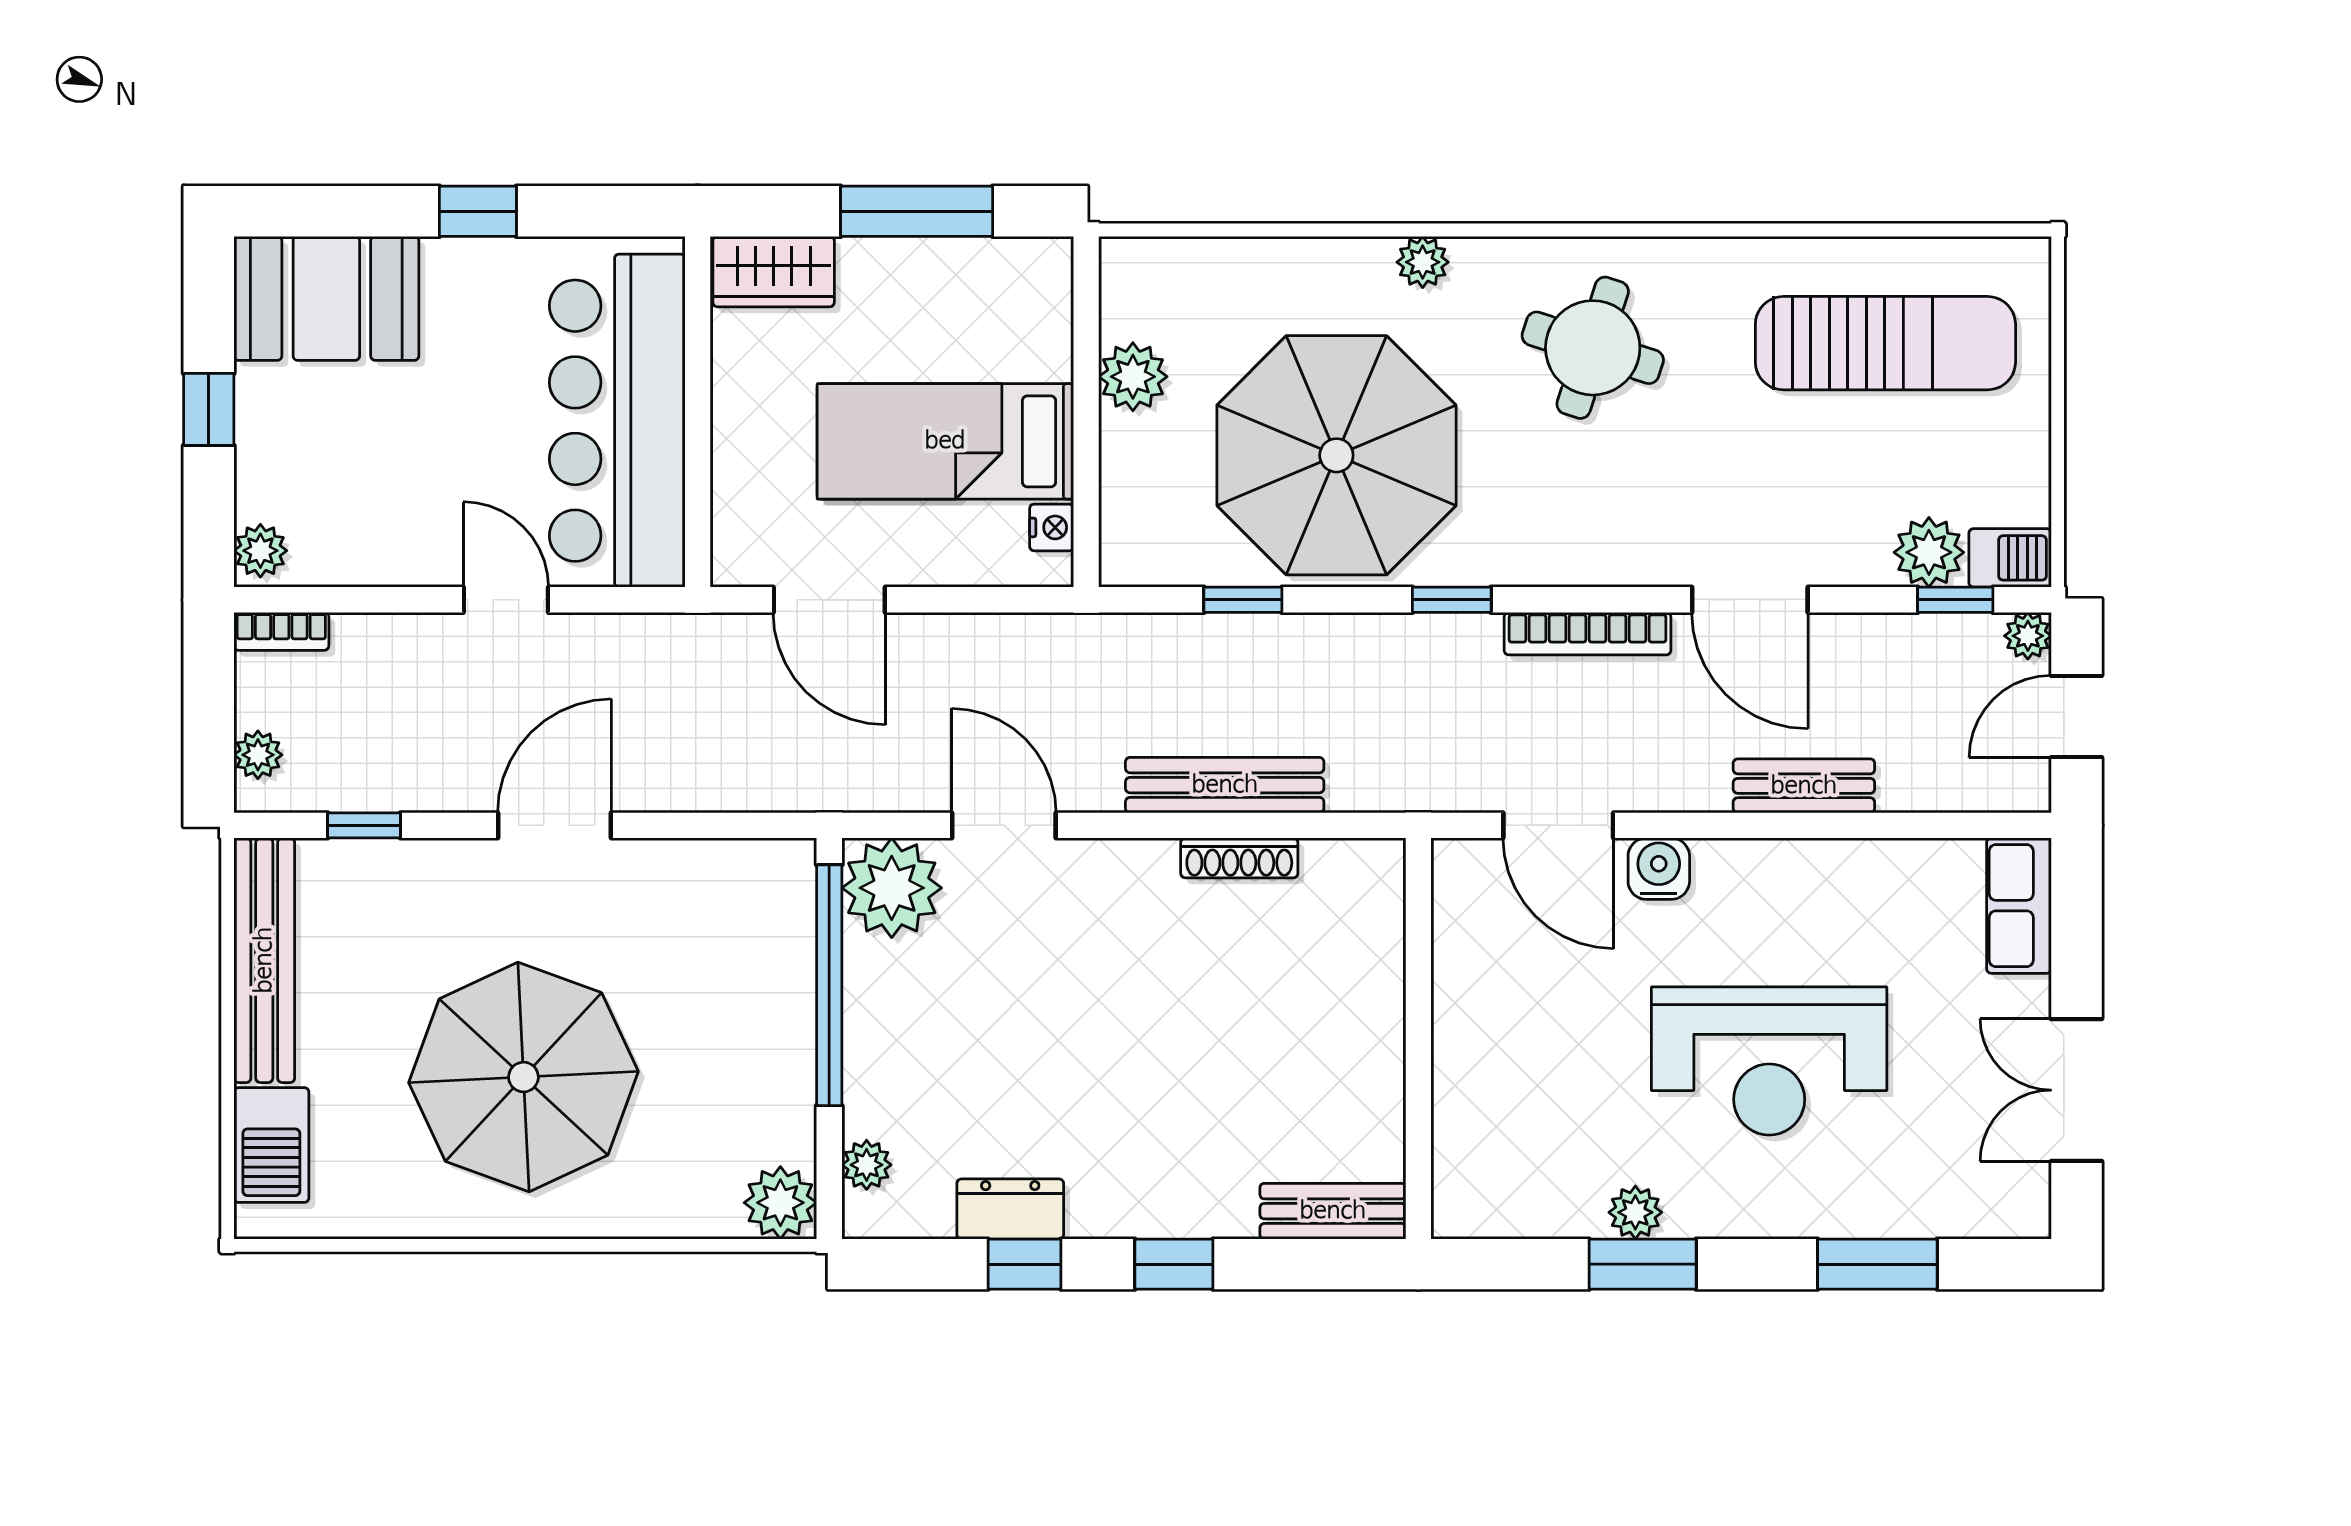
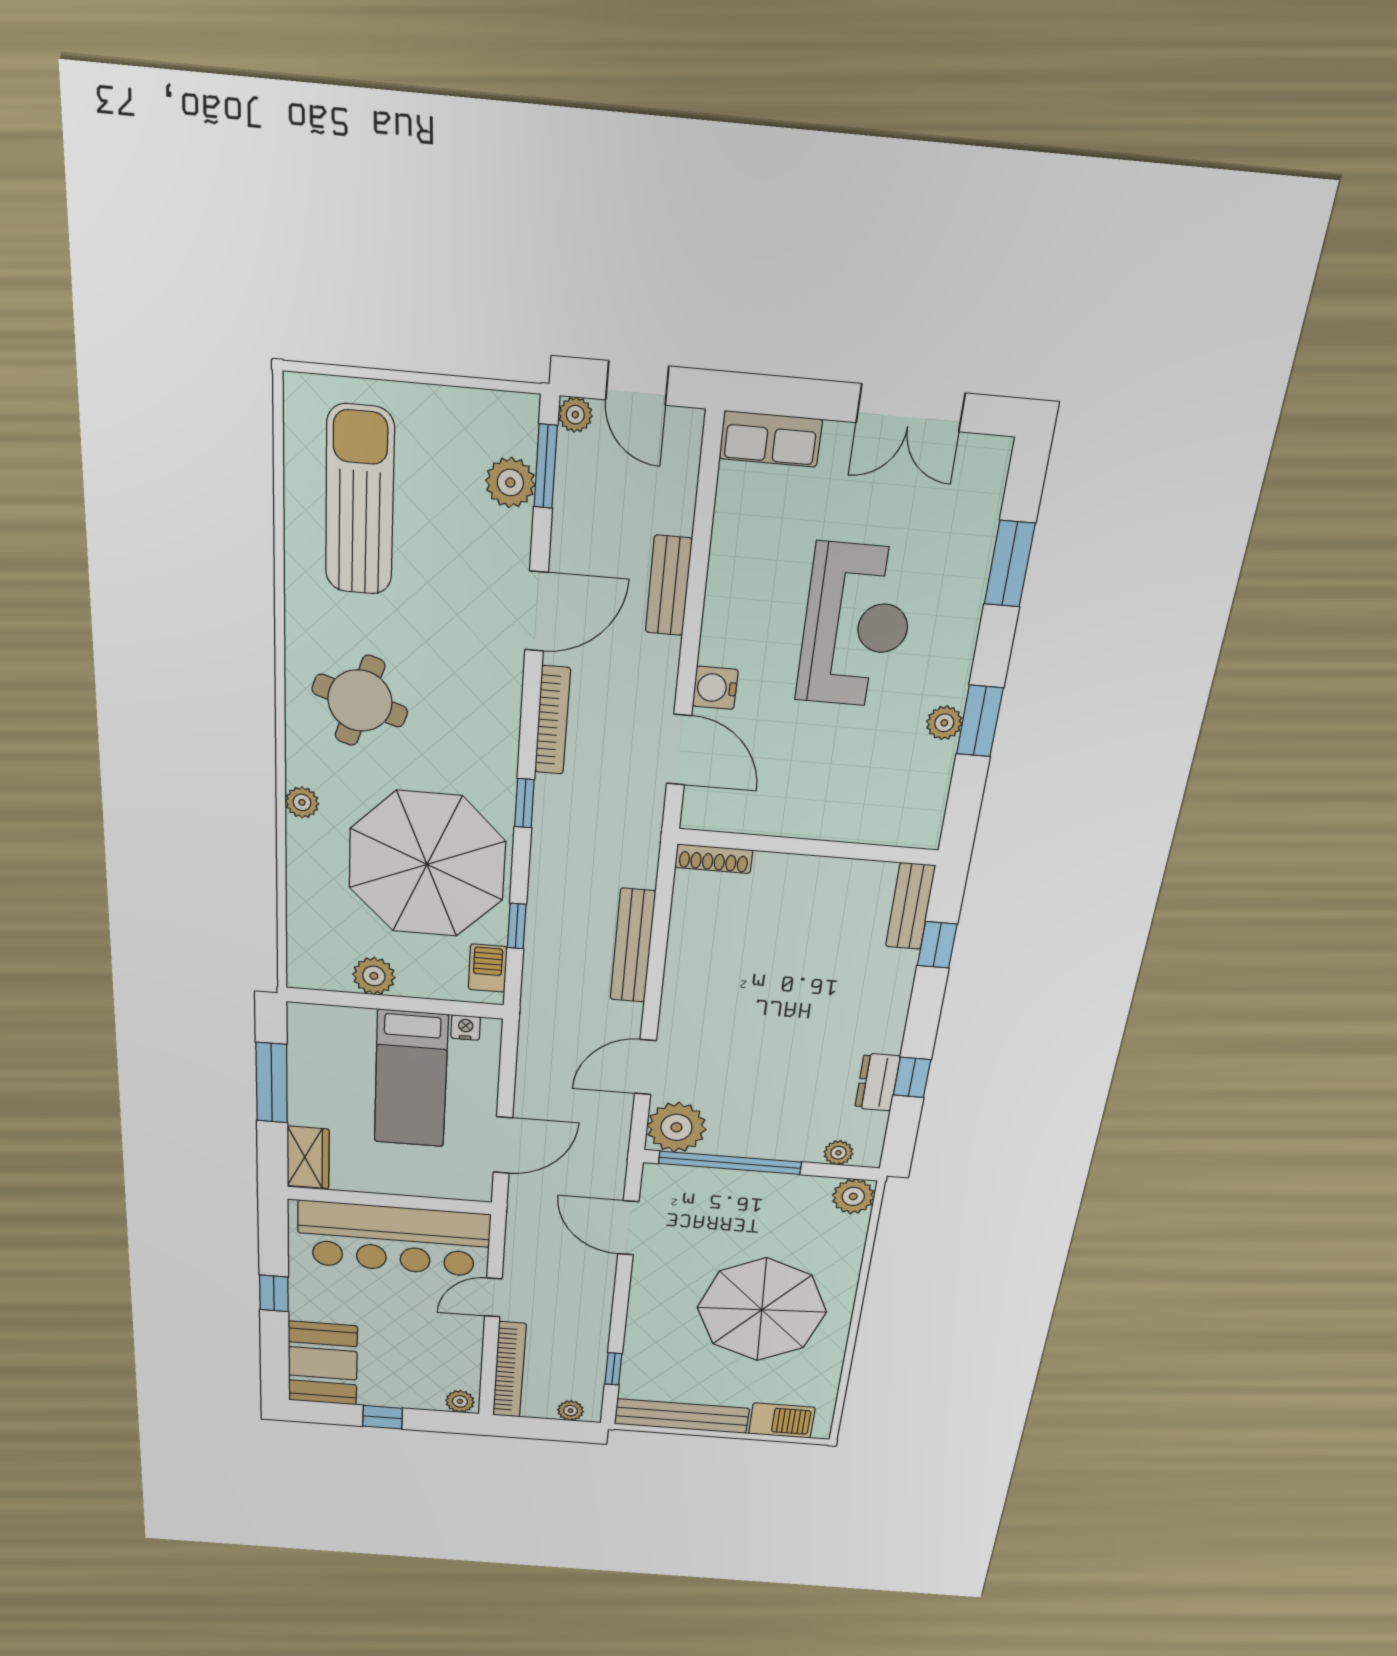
barbecue: (2010, 558) -> (488, 968), moved
window: (1955, 600) -> (546, 466), width x1.50
bookcase: (281, 631) -> (509, 1370), width x2.31, depth x1.31
door: (555, 825) -> (628, 1228), moved
door: (1558, 825) -> (679, 750), hinge flipped
shoe rack: (1239, 858) -> (714, 859), moved, turned 90
window: (1174, 1264) -> (937, 945), moved

